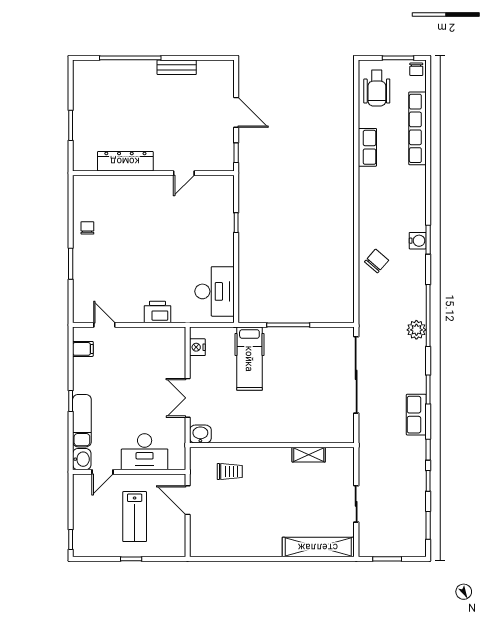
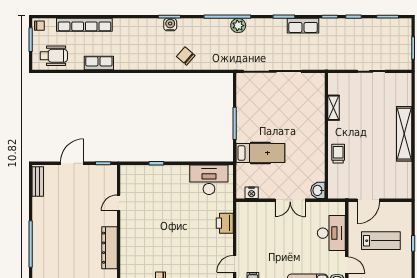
bench: (177, 67) -> (38, 181), moved
door: (184, 173) -> (119, 203), swing flipped
trolley: (230, 471) -> (338, 154), moved
shelving: (318, 547) -> (404, 134), moved

